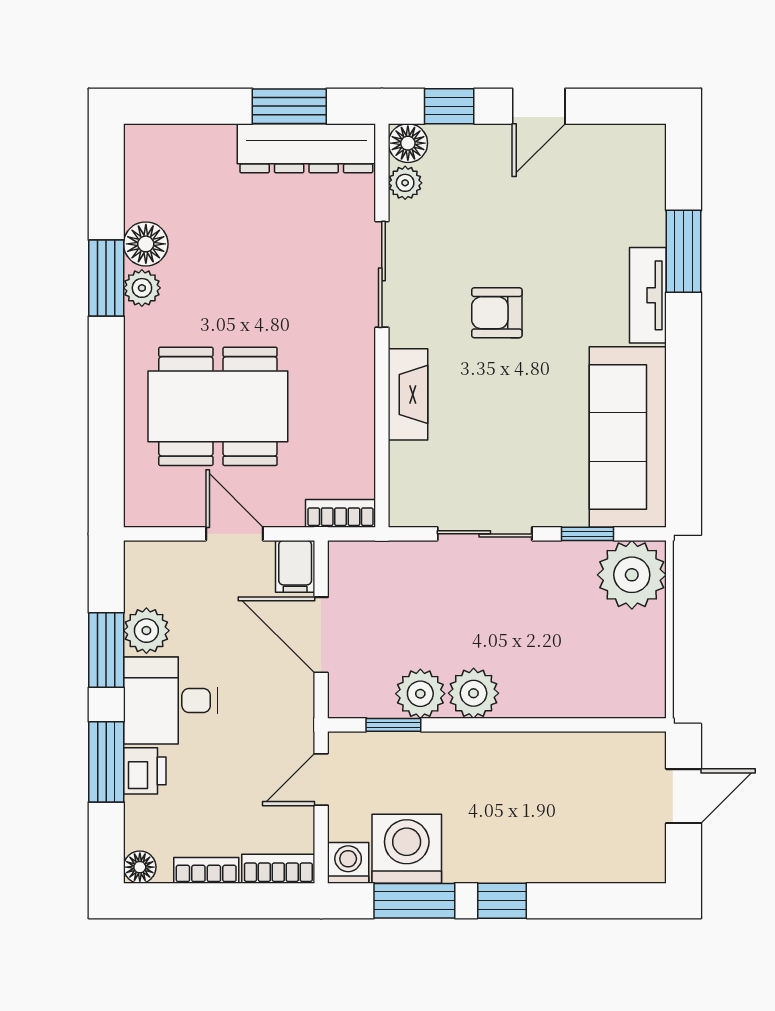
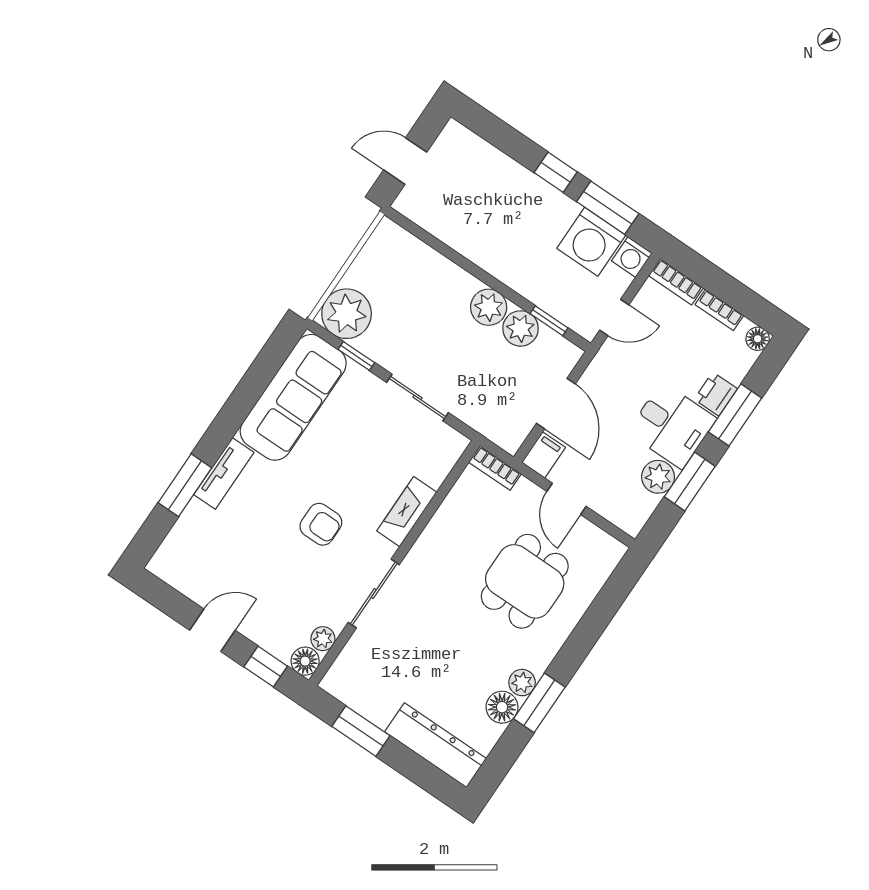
dresser: (306, 148) -> (435, 745), moved
dining table: (218, 406) -> (525, 581), width x0.73

